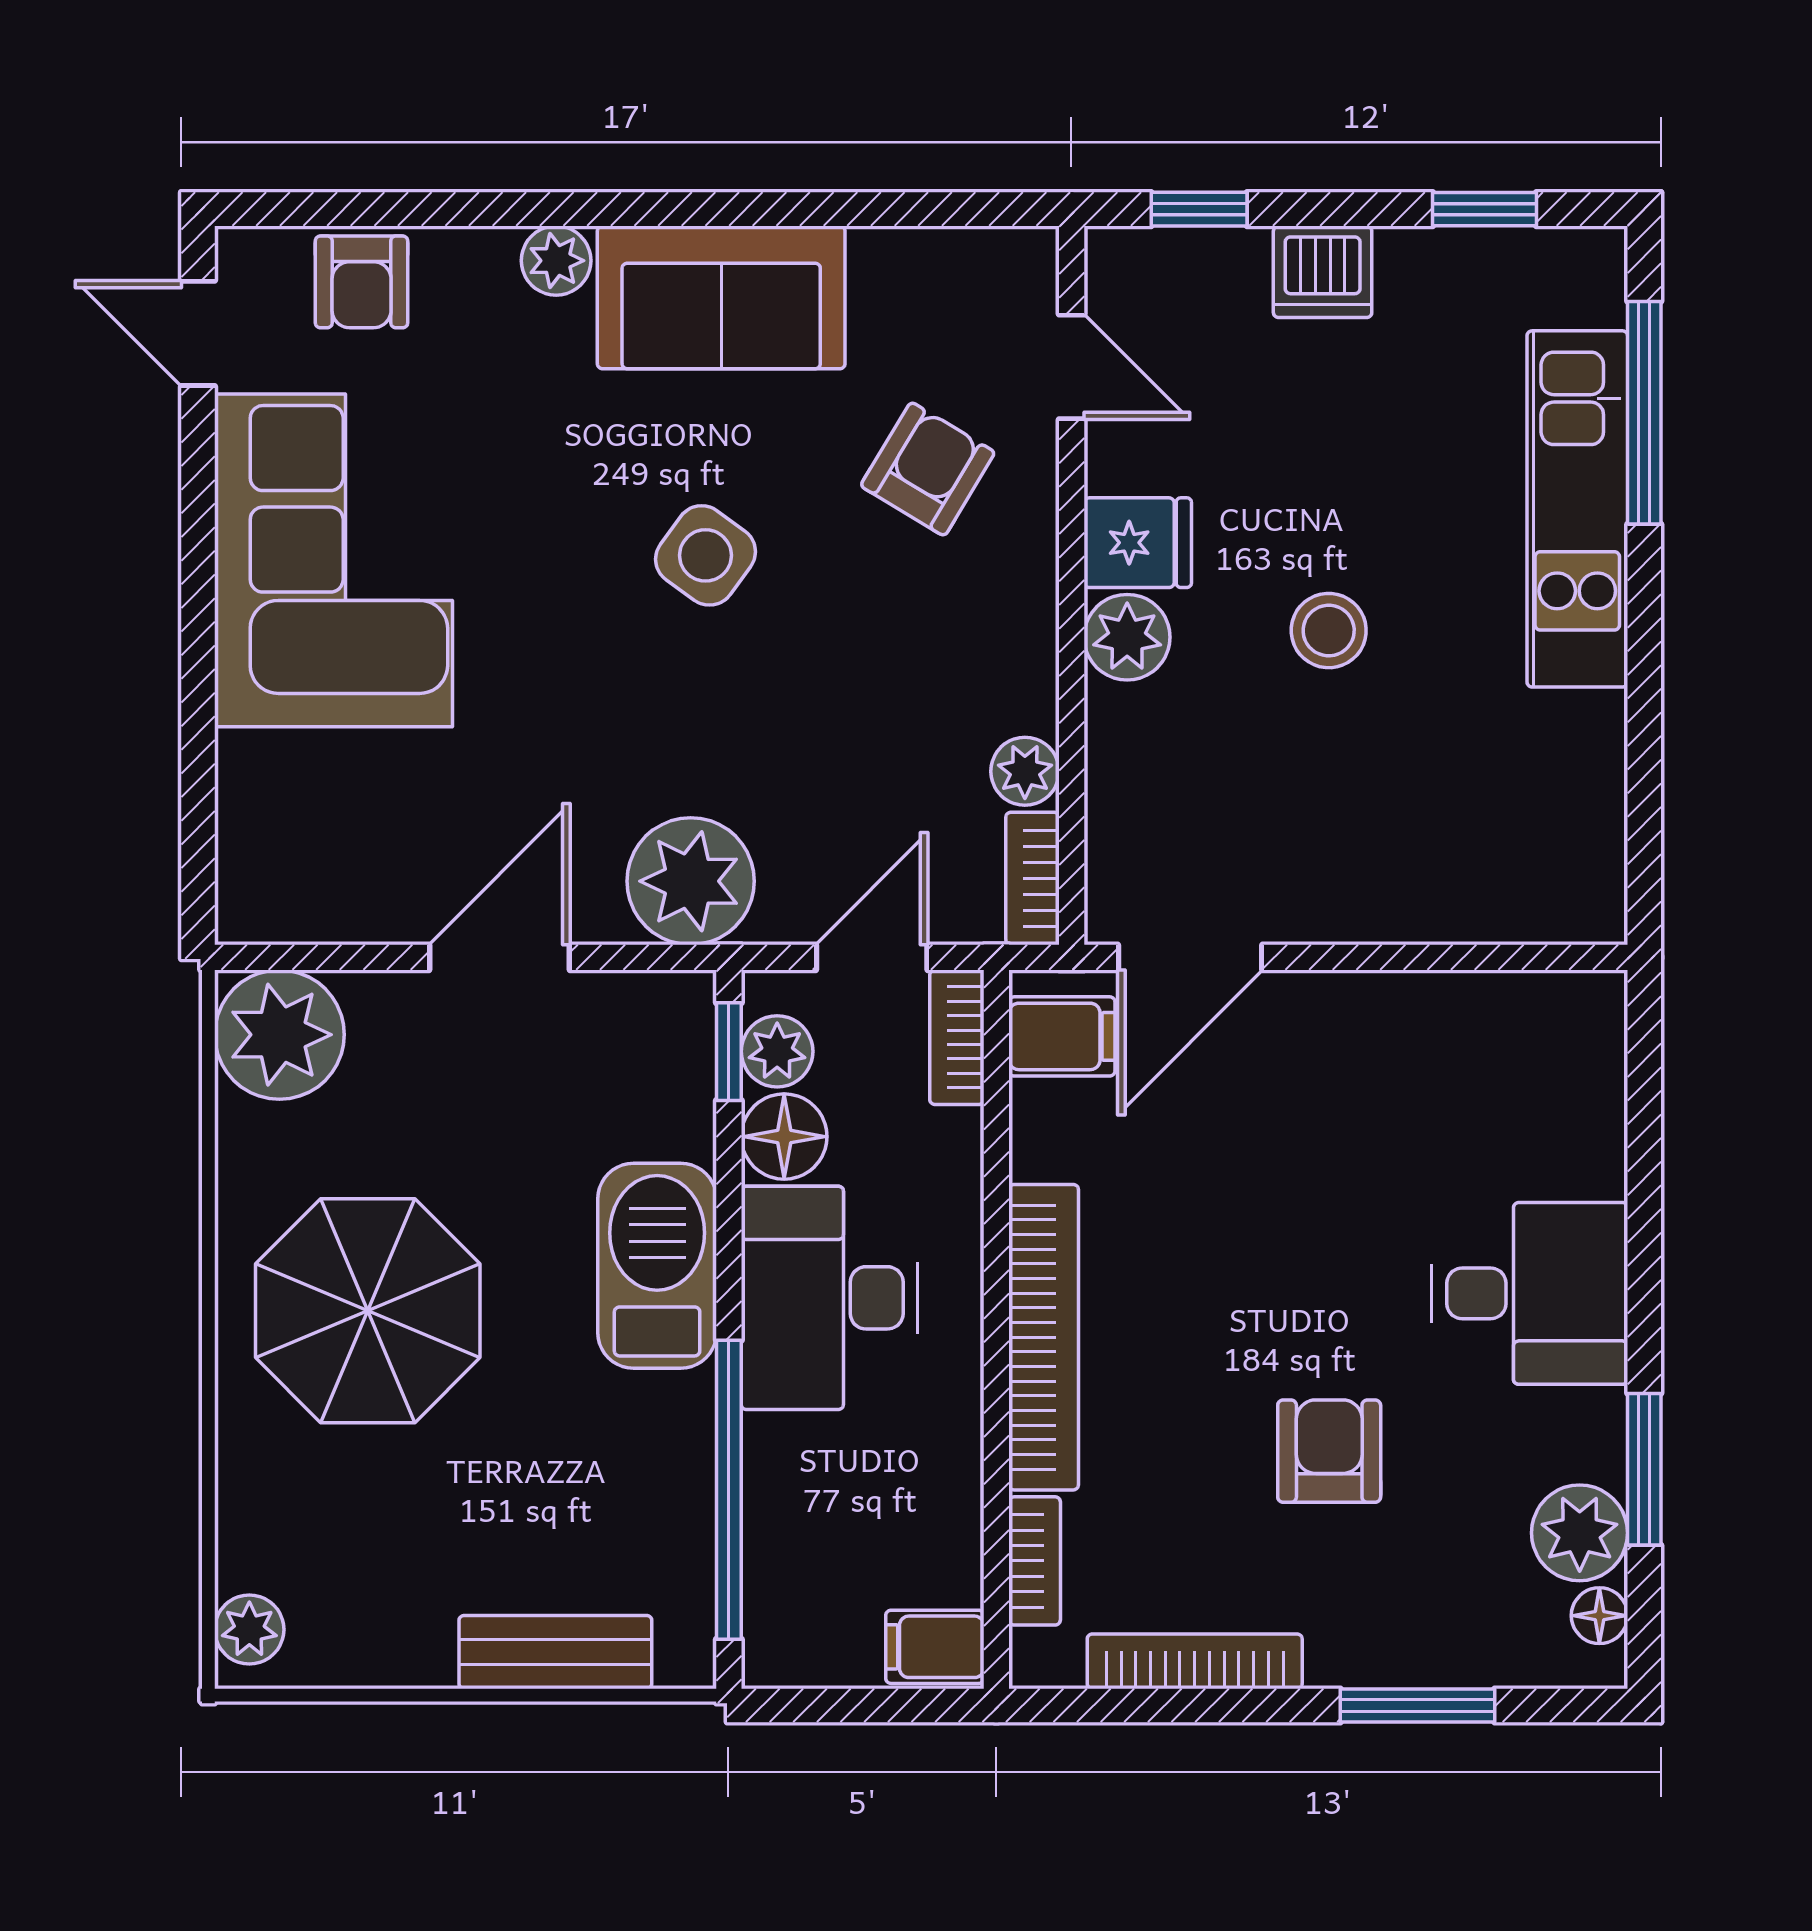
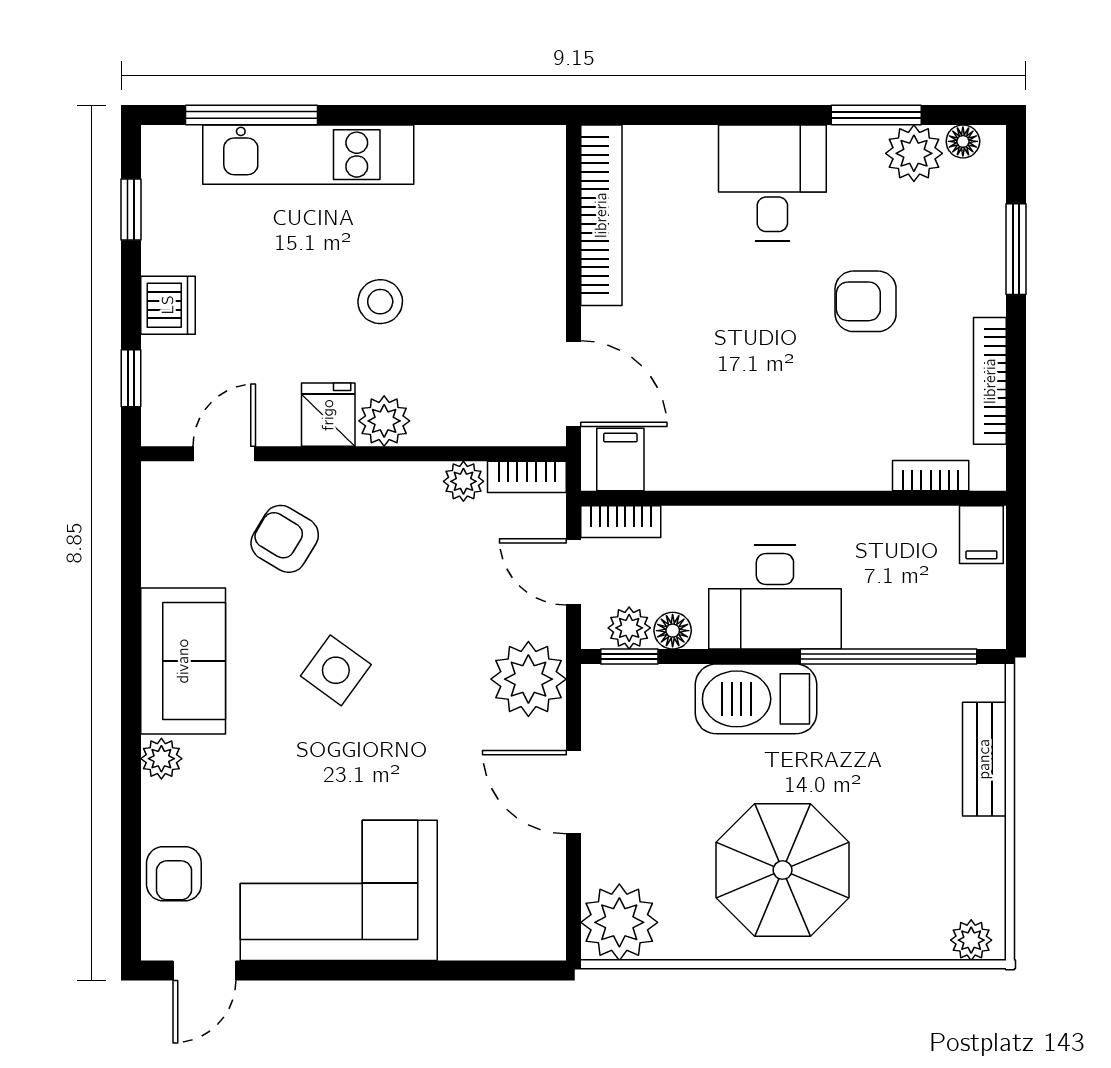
armchair: (362, 282) -> (174, 874), turned 90
floor lamp: (784, 1137) -> (673, 631), width x0.73, depth x0.73
bookcase: (1044, 1337) -> (601, 215), moved, turned 90

